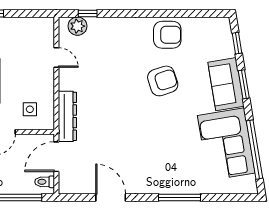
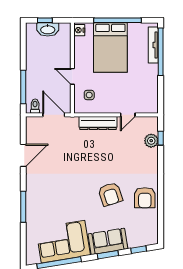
plant: (77, 26) -> (151, 141), moved
dresser: (67, 116) -> (98, 123), moved

